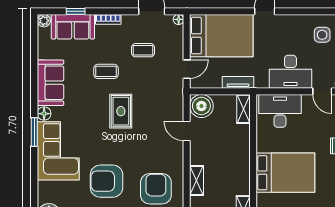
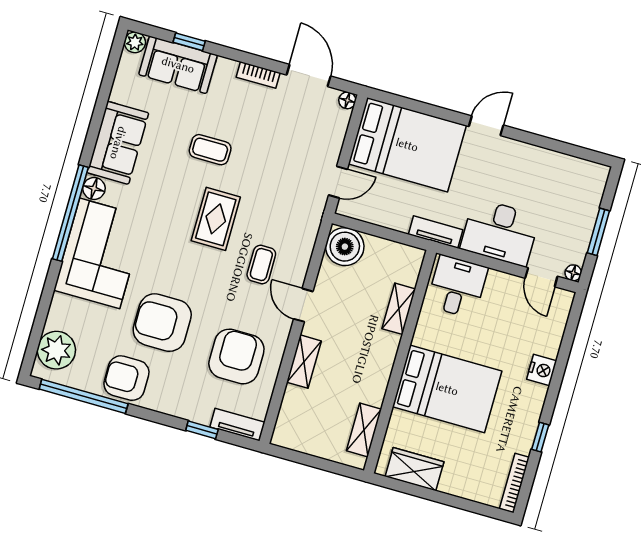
bookcase: (108, 19) -> (258, 75), moved
side table: (322, 35) -> (566, 188), removed
coffee table: (143, 50) -> (261, 264), moved, turned 90
tv unit: (238, 82) -> (436, 232), moved
shelving: (244, 109) -> (399, 309), moved
desk: (280, 111) -> (457, 287), width x0.73
door: (187, 131) -> (303, 305), moved
window: (34, 132) -> (70, 213), width x2.11

